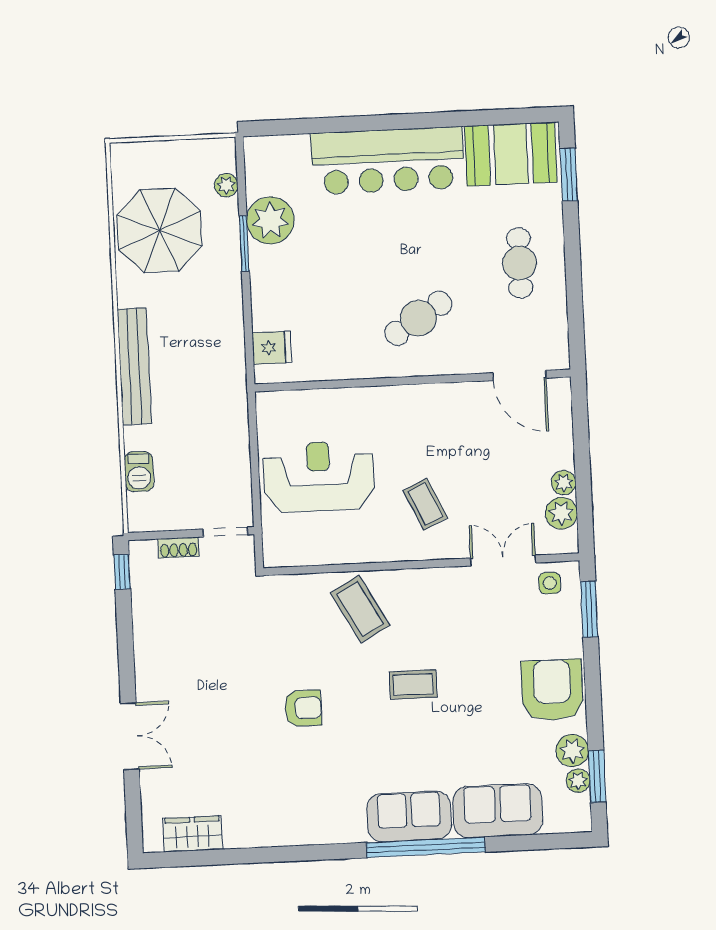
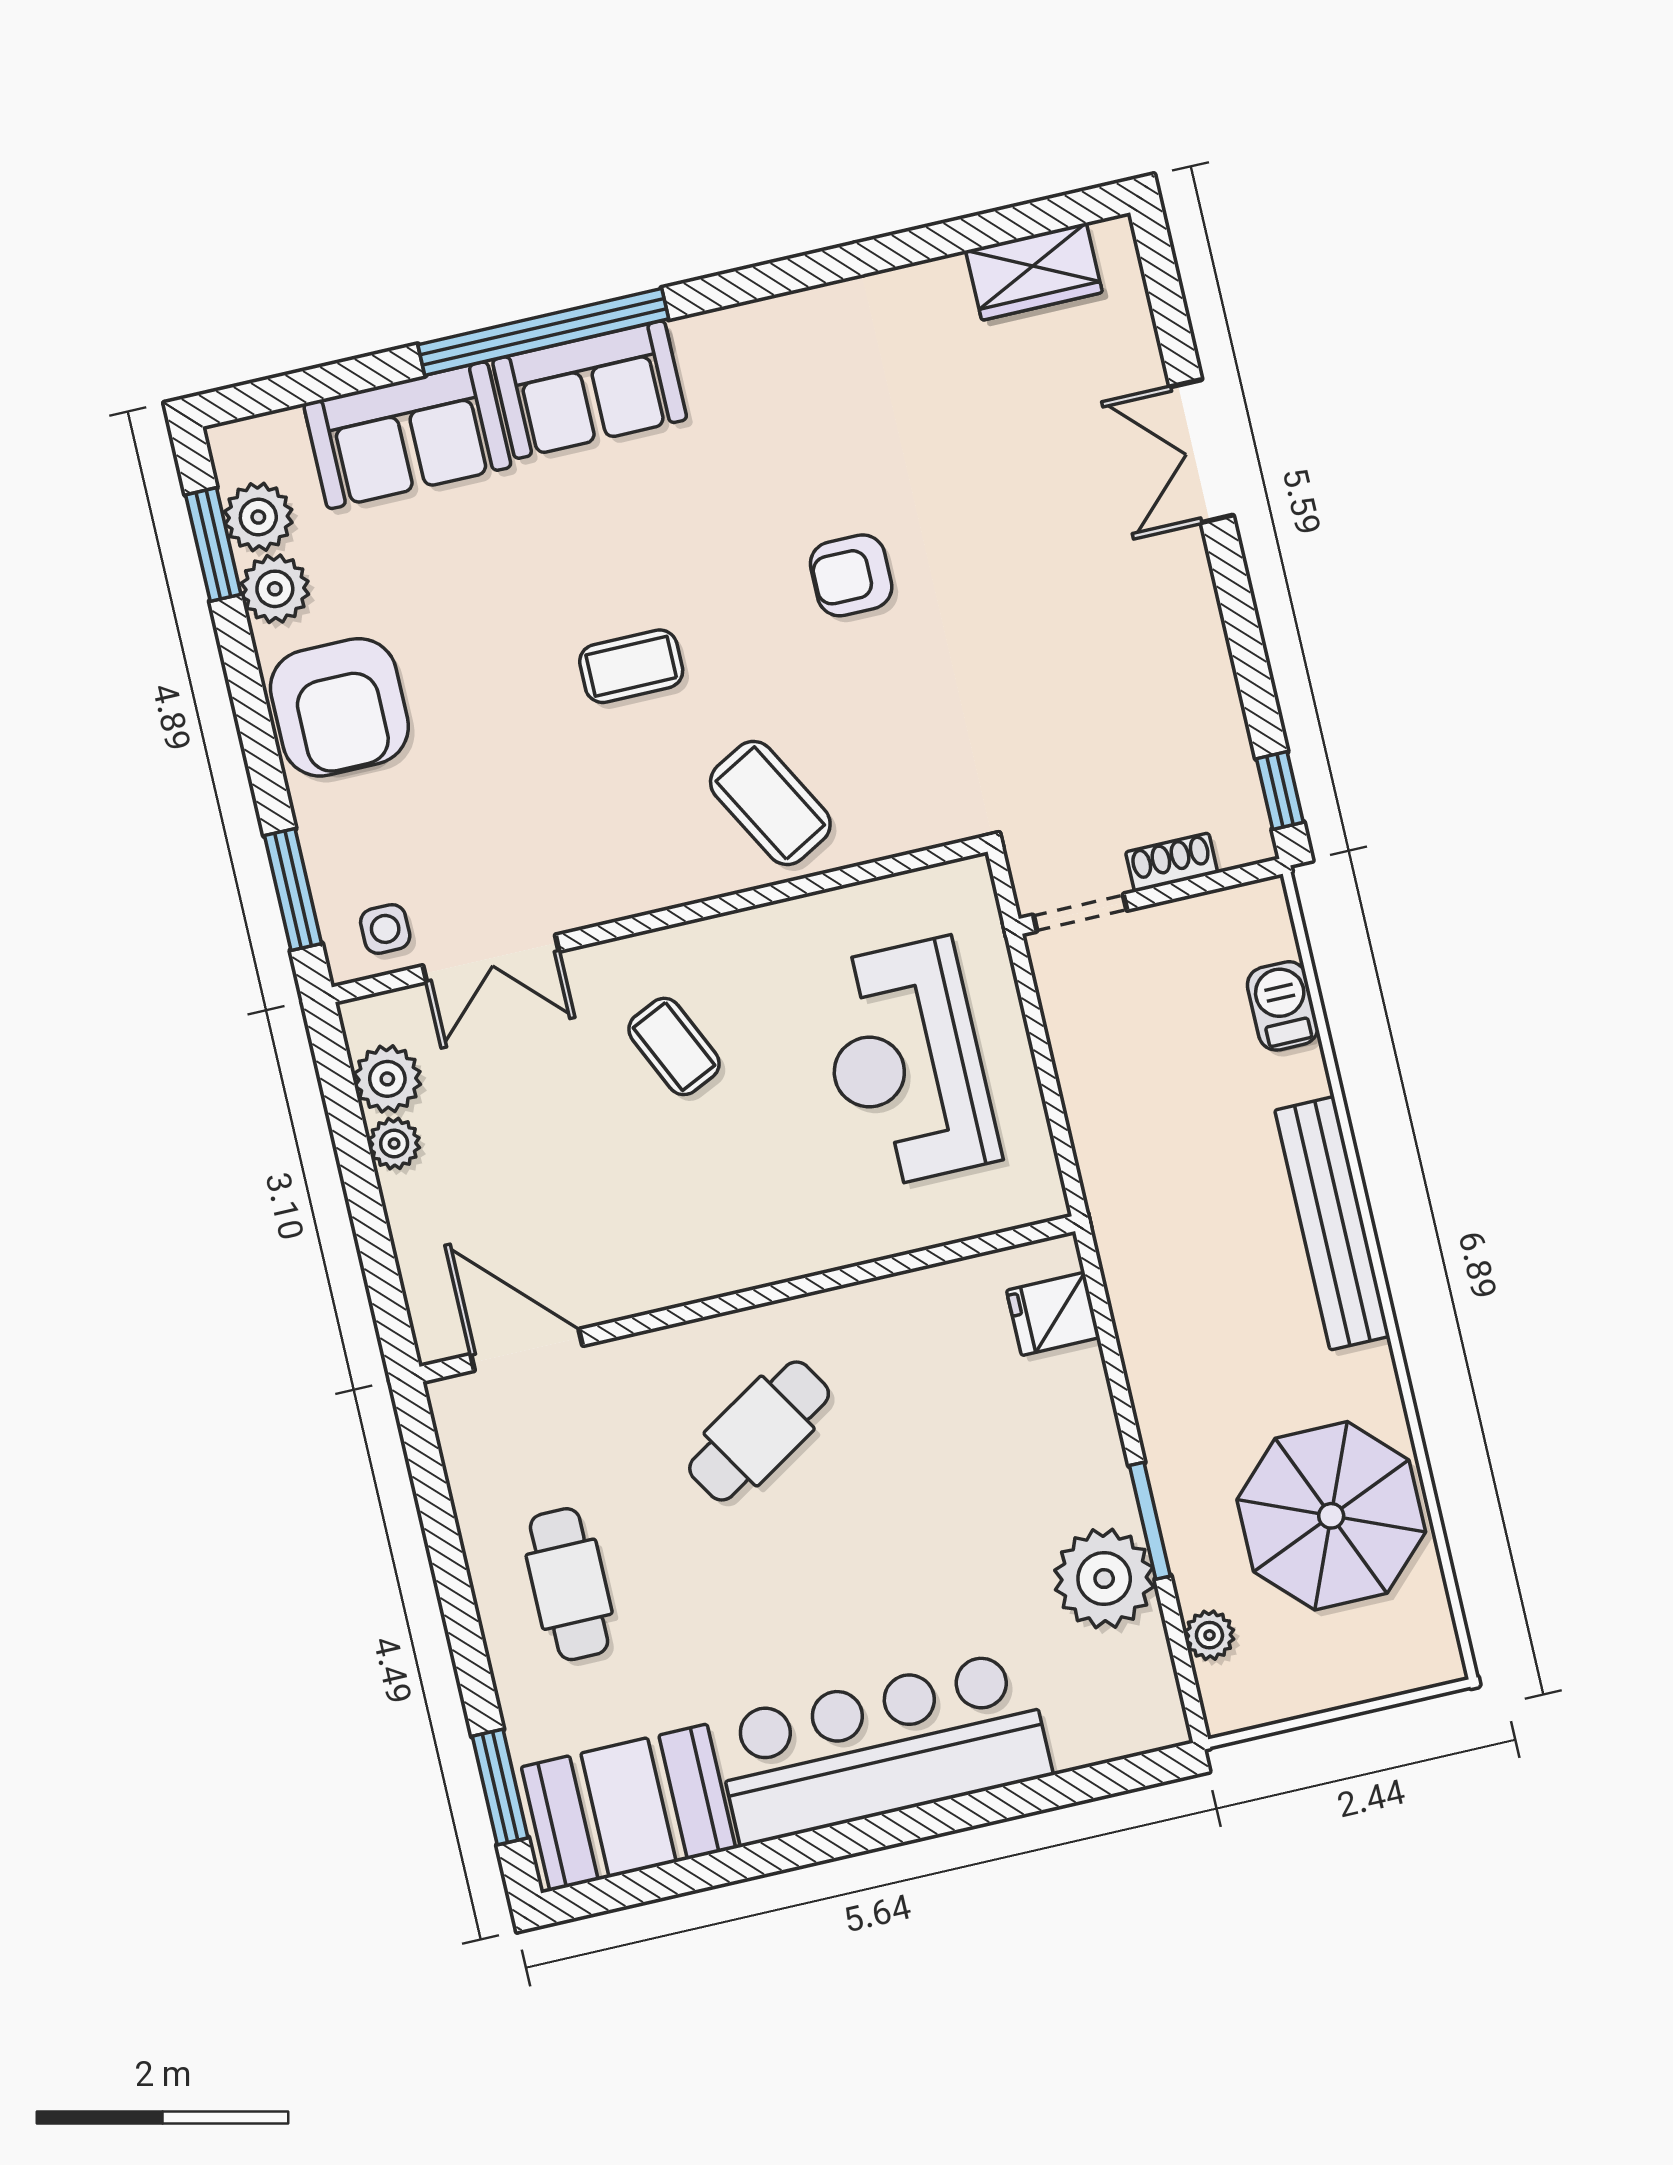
reception desk: (319, 477) -> (906, 1064), turned 90
plant: (578, 781) -> (258, 517), width x1.38, depth x1.38

